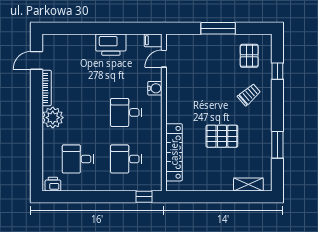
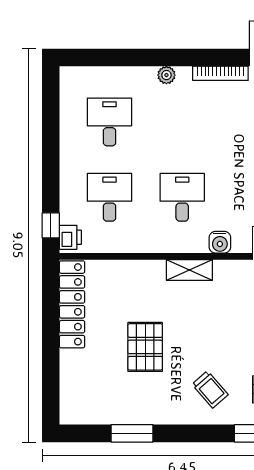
plant: (53, 118) -> (166, 75), width x0.53, depth x0.53
locker: (174, 152) -> (72, 304), moved, turned -90
printer: (53, 184) -> (70, 237), moved
shelving: (248, 184) -> (189, 270), moved, turned 90

